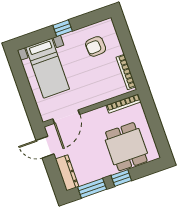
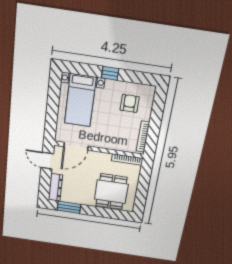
armchair: (96, 46) -> (130, 103), turned 93
window: (121, 178) -> (95, 211), removed

